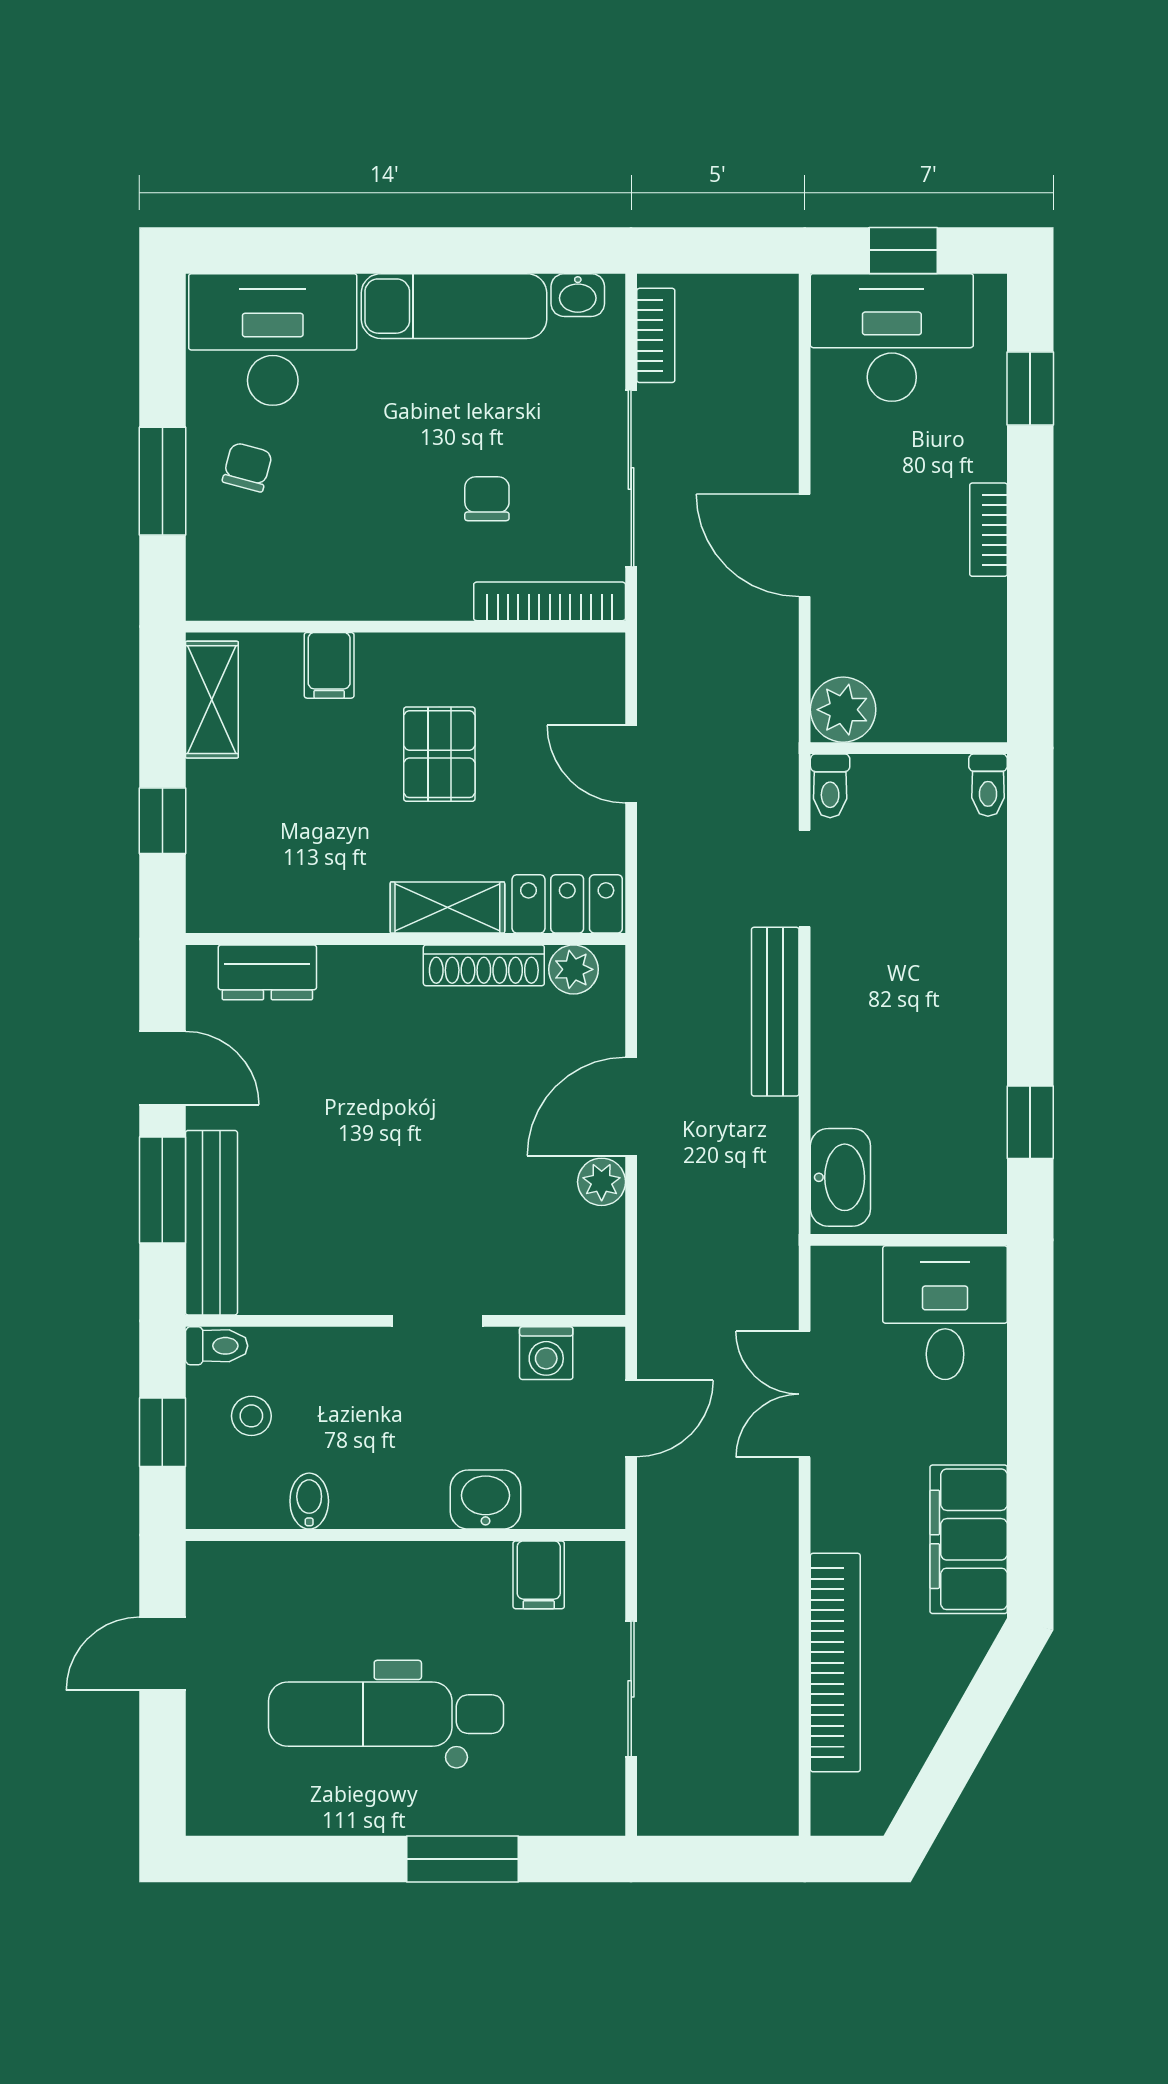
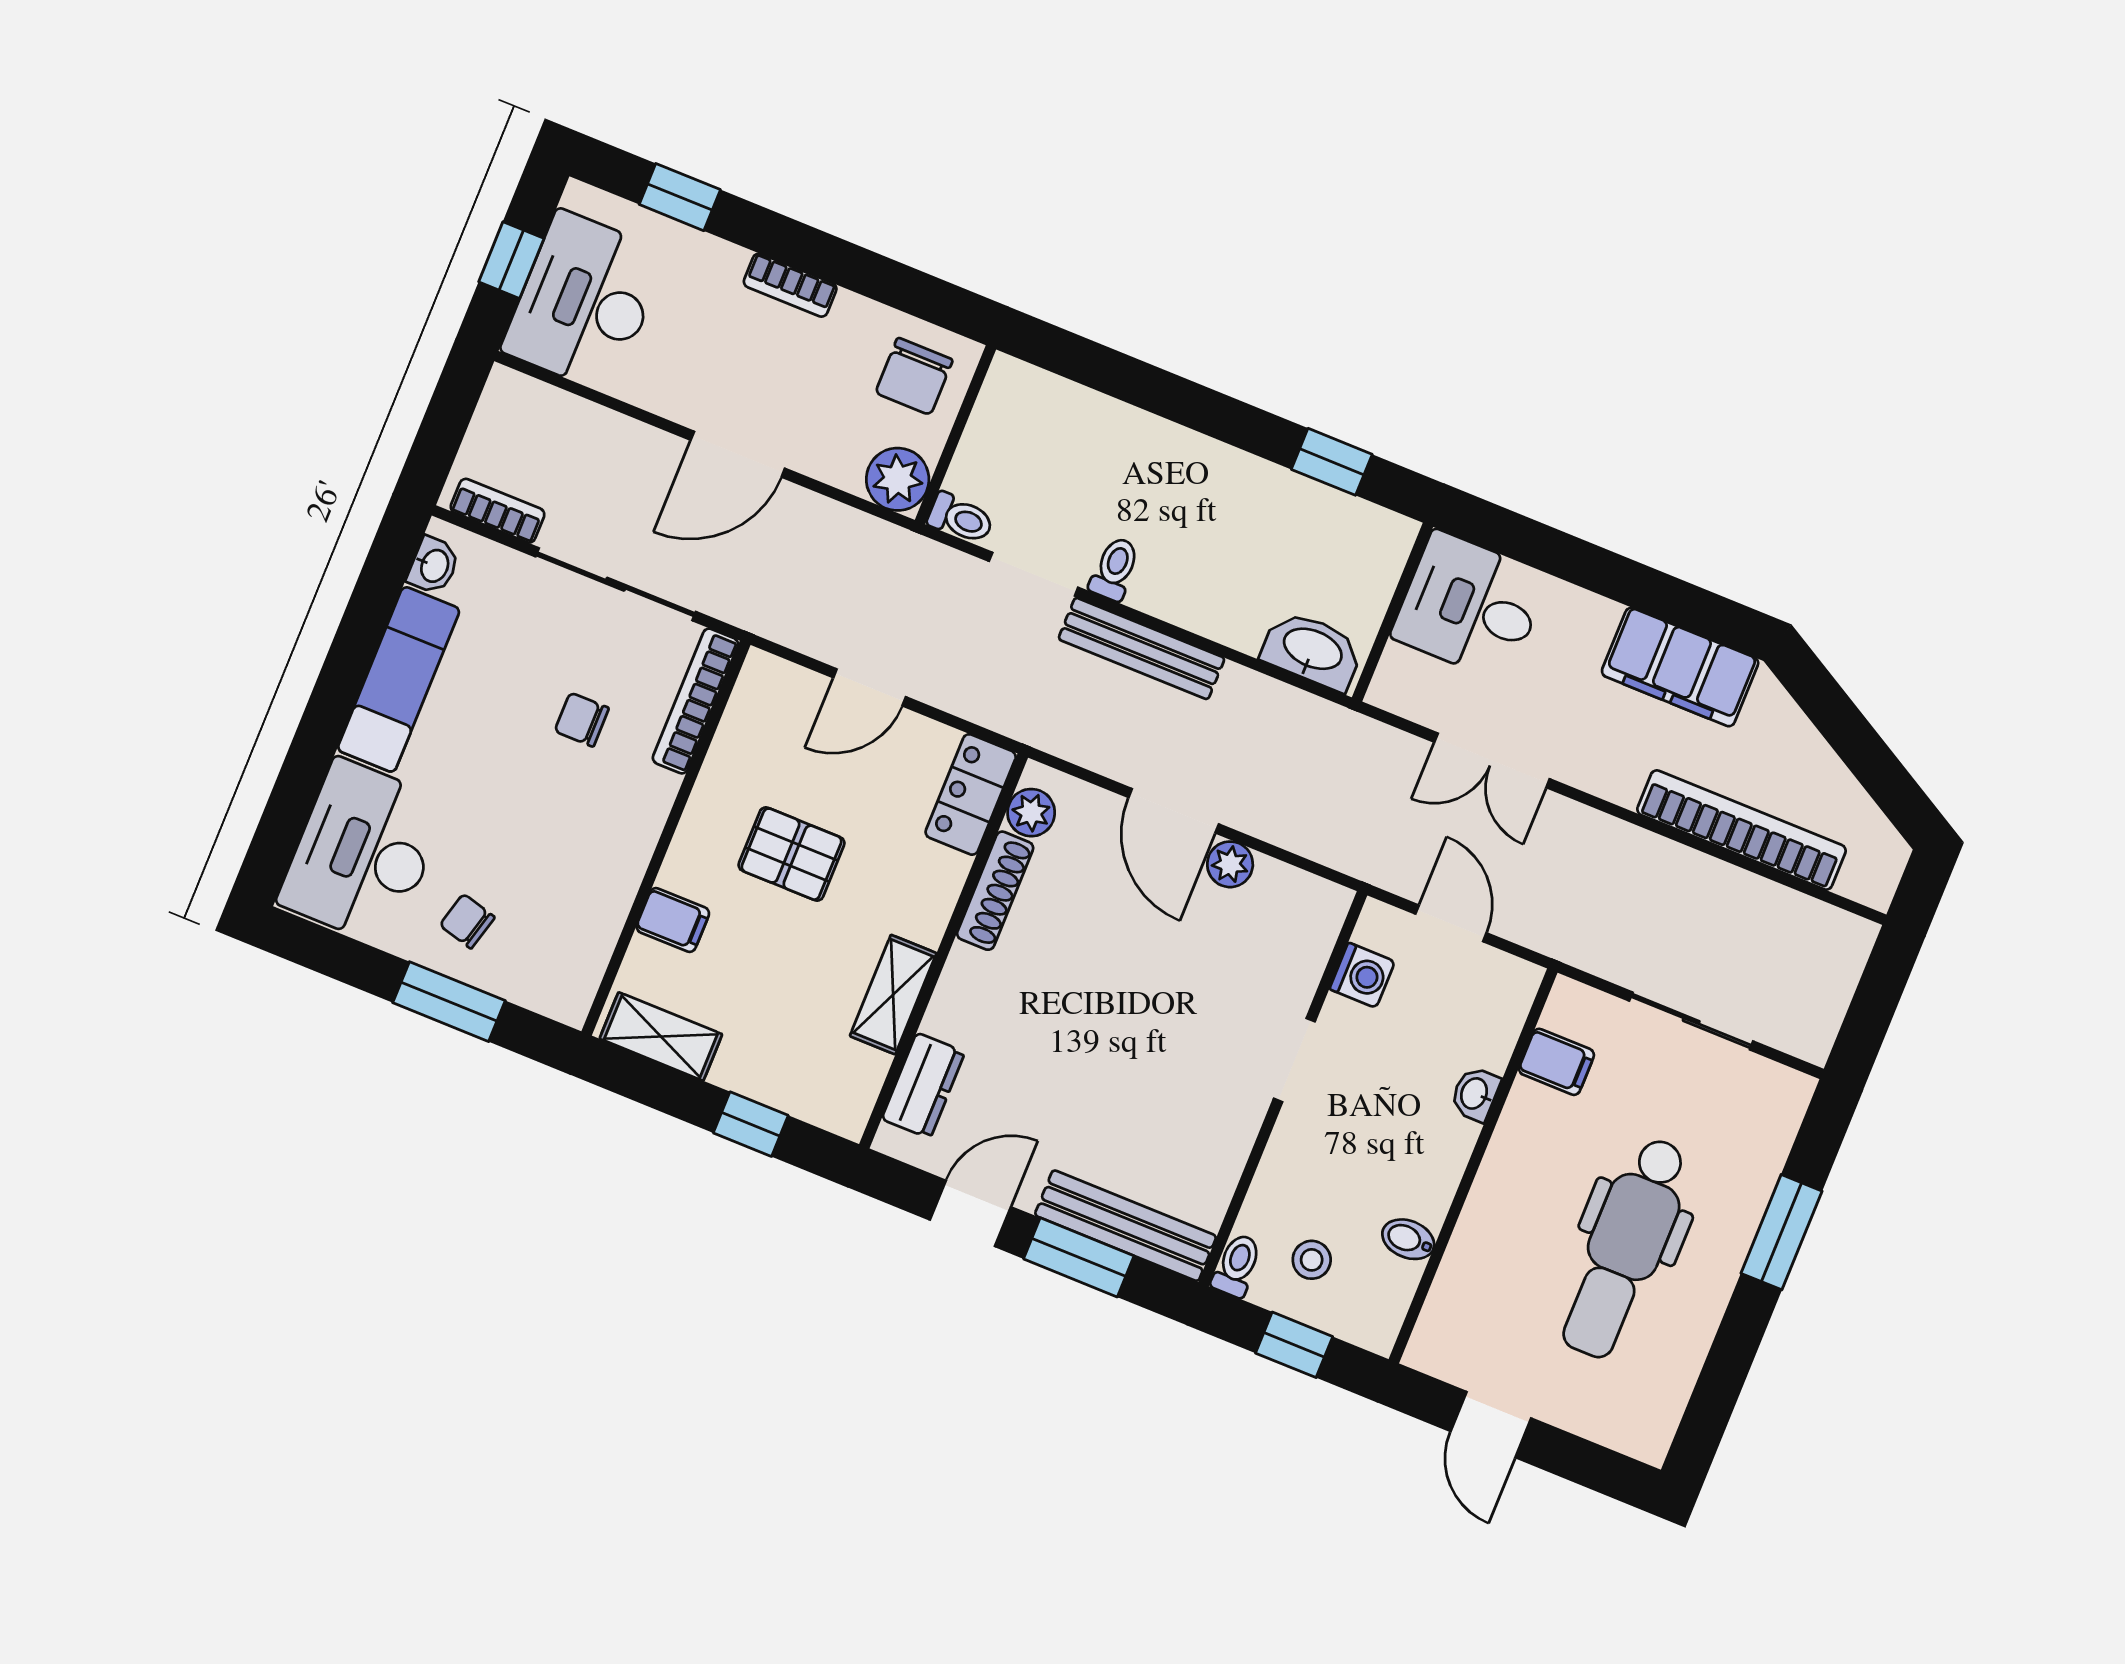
chair: (949, 685) -> (914, 376), added
toilet: (988, 785) -> (1115, 569), moved, turned -90
shelving: (447, 908) -> (893, 995), moved
washbasin: (486, 1500) -> (1475, 1094), width x0.72, depth x0.69

